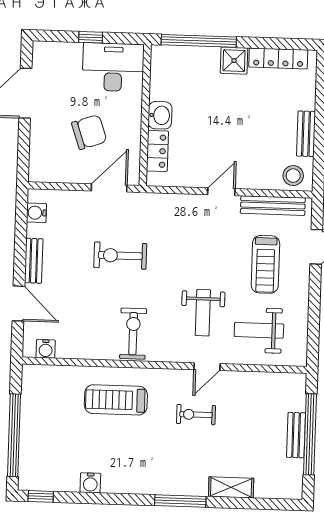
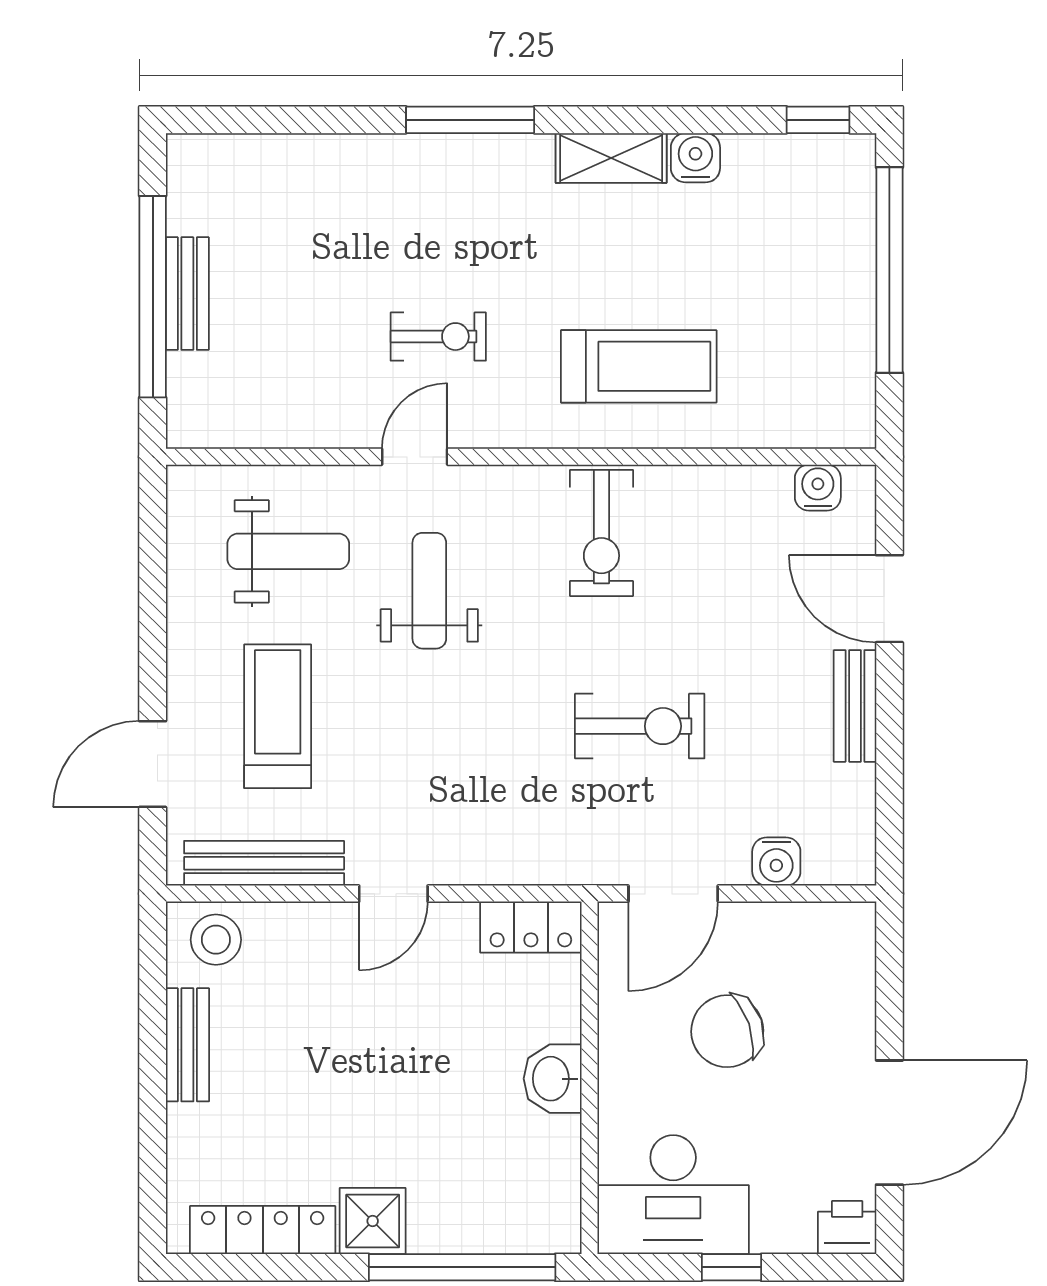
printer: (44, 52) -> (847, 1228), added
locker: (157, 151) -> (531, 927), moved, turned -90
water cooler: (36, 213) -> (776, 862), moved, turned 90
shelving: (231, 487) -> (611, 158), moved

